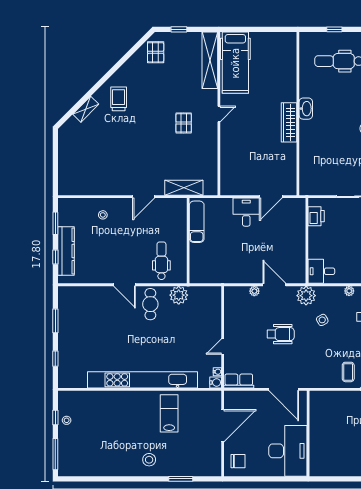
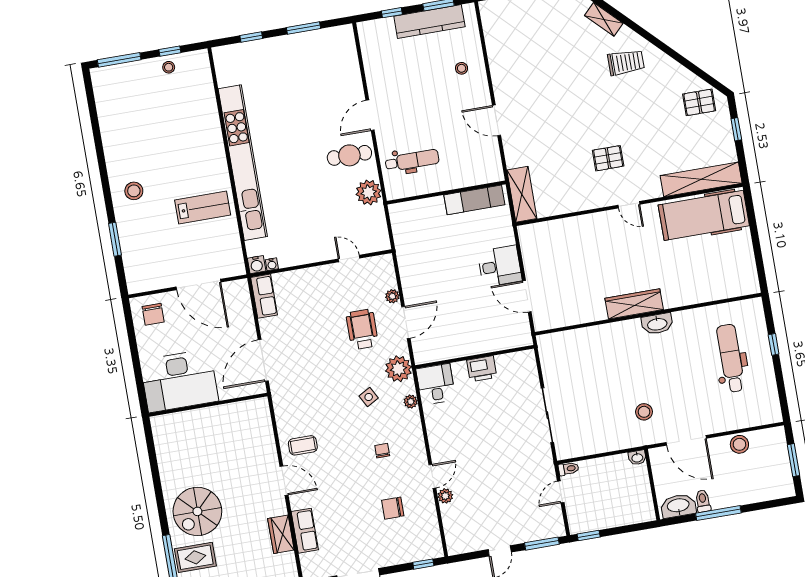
shelving: (184, 188) -> (522, 194), moved
printer: (316, 216) -> (482, 369), moved
kitchen counter: (66, 251) -> (429, 21), moved
plant: (349, 291) -> (411, 402), moved
wheelchair: (281, 334) -> (362, 329), moved, turned 180
door: (223, 347) -> (349, 258), moved

